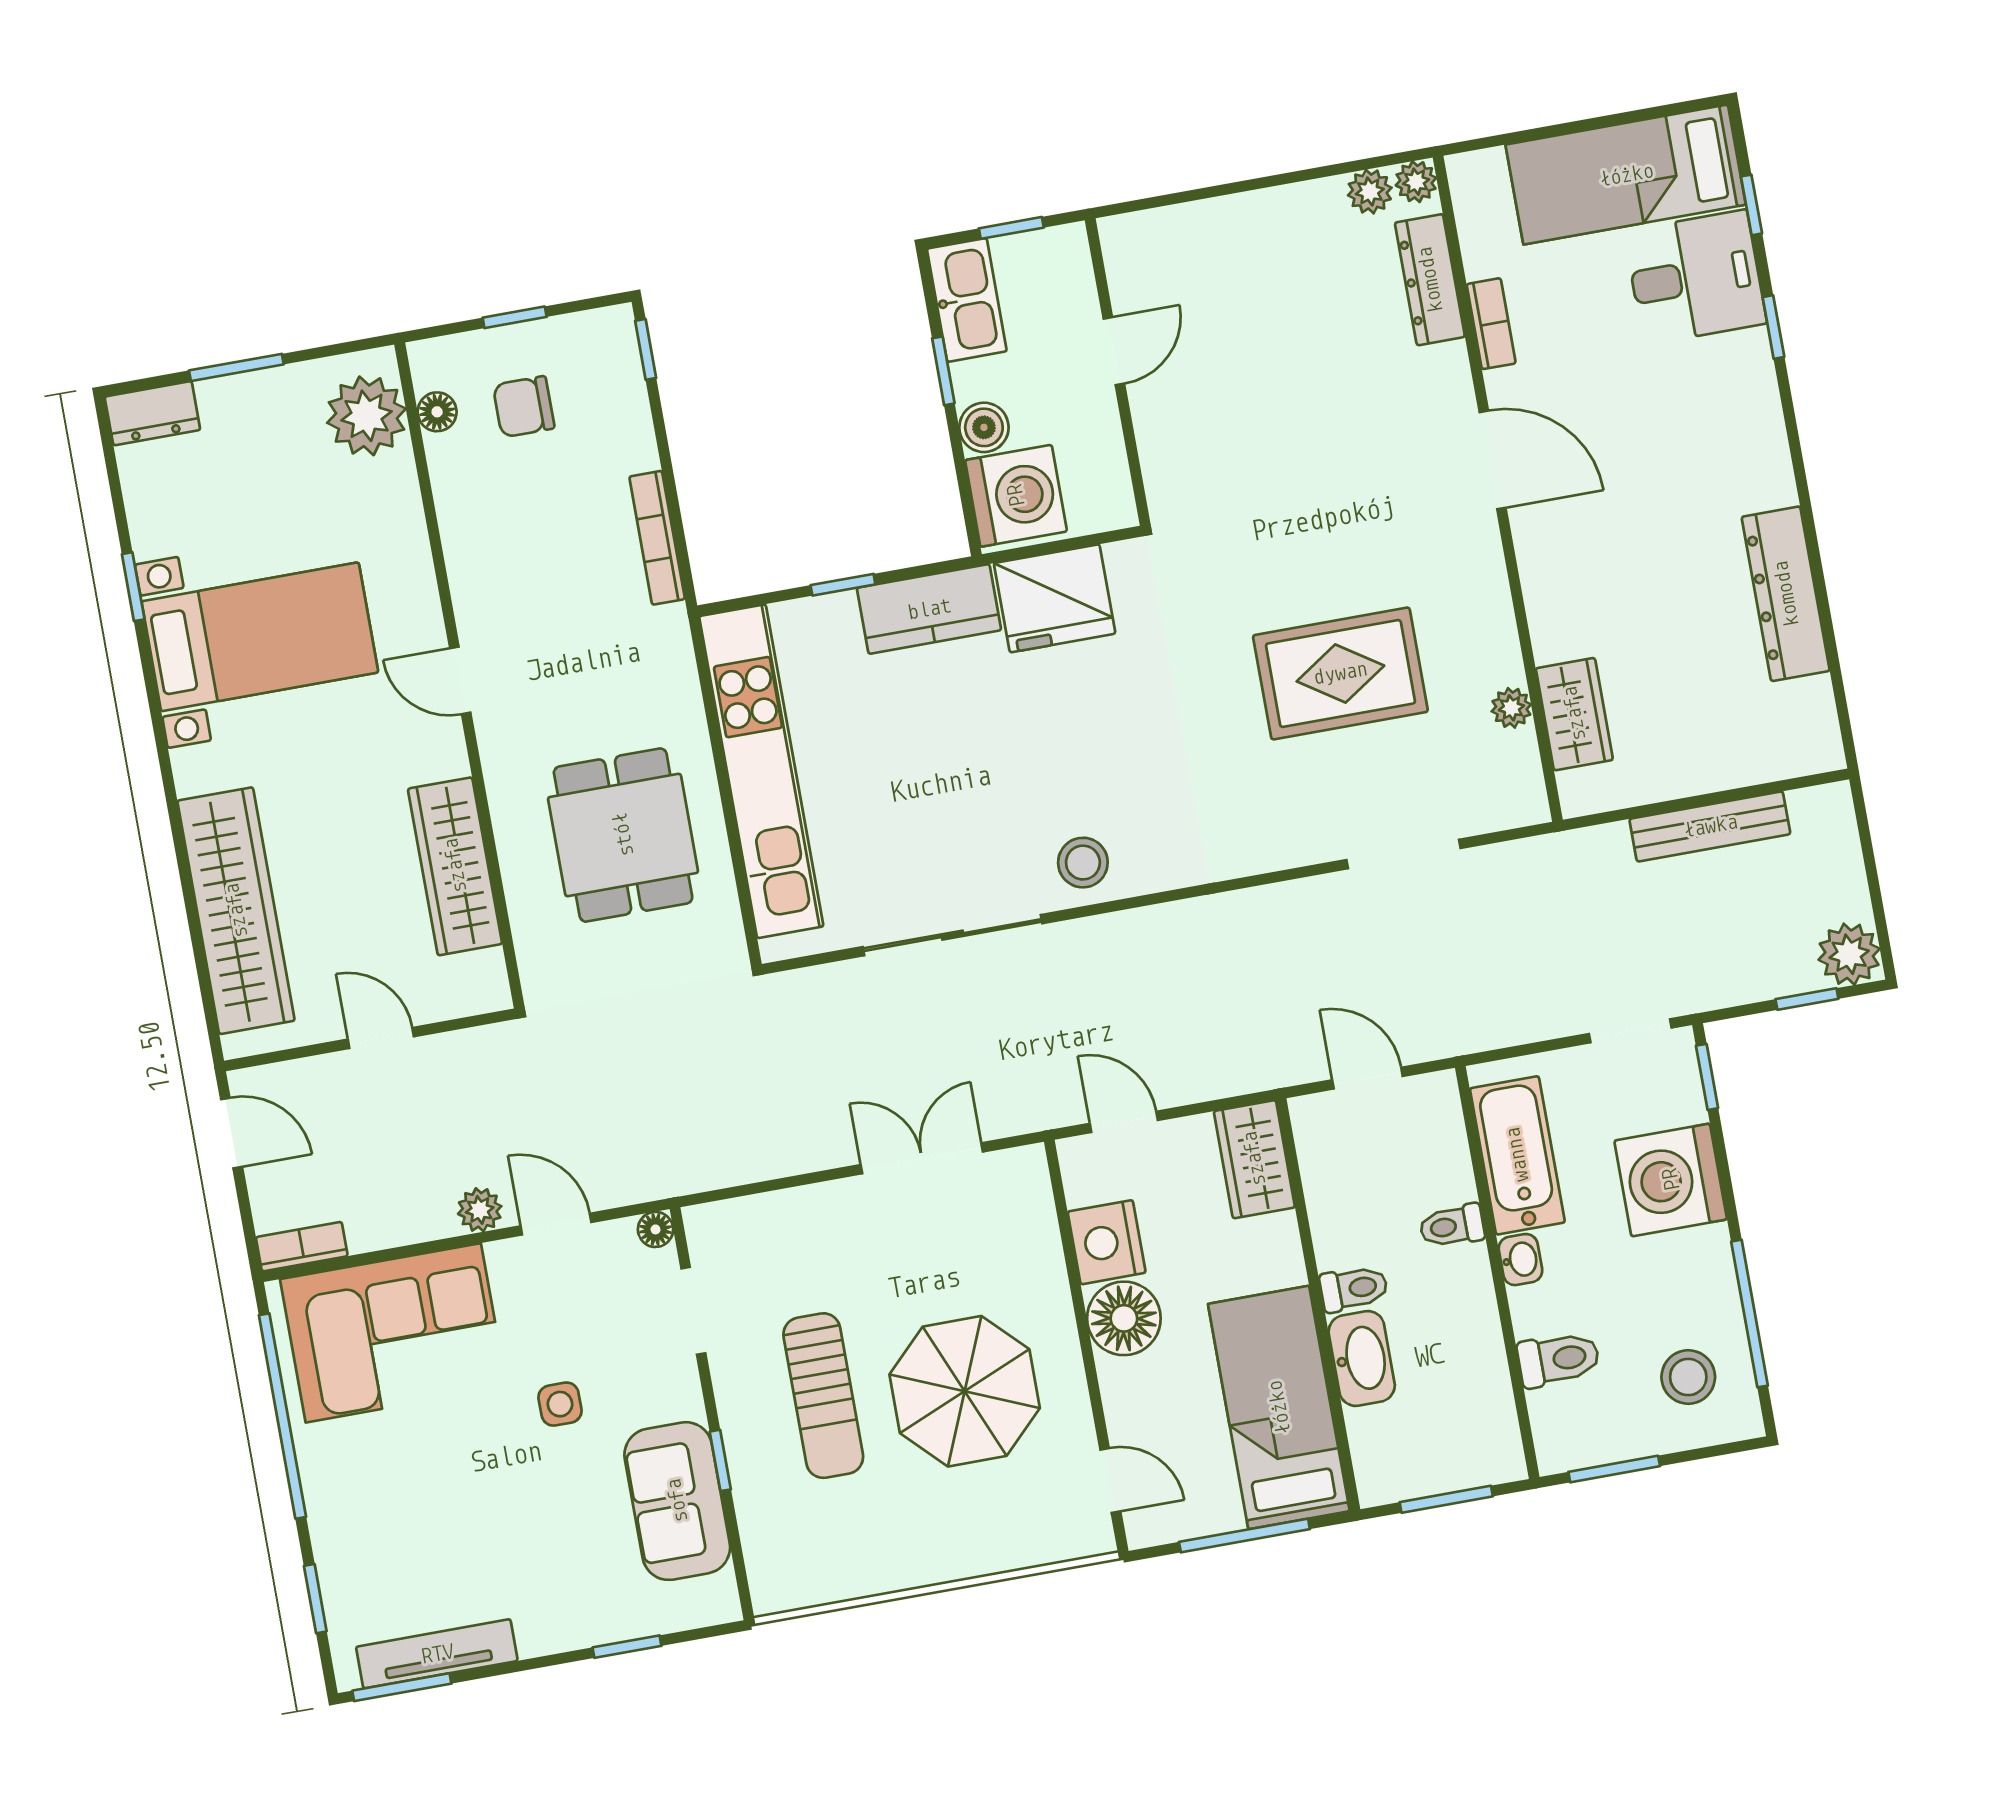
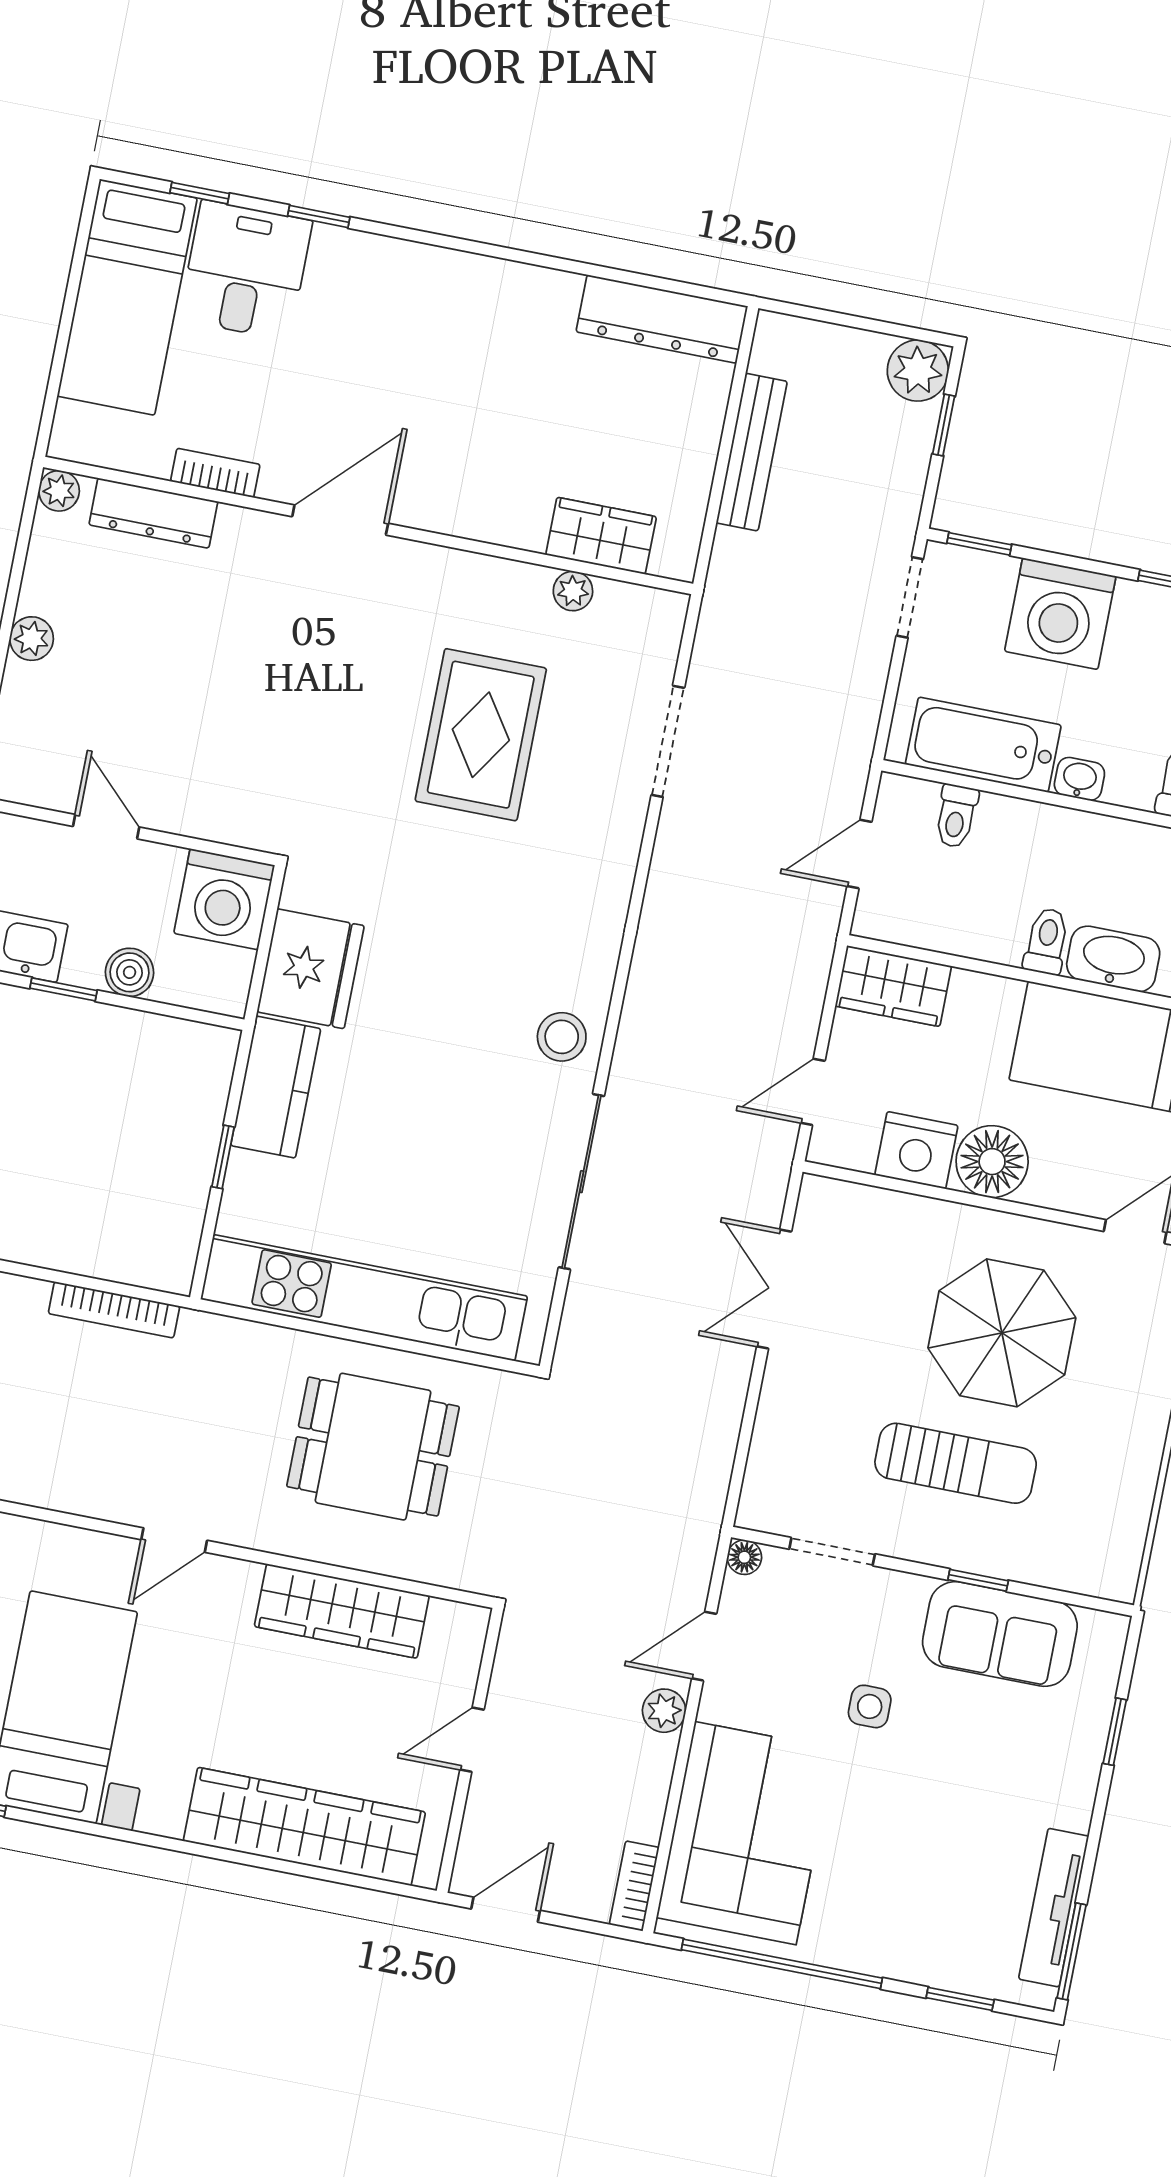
plant: (1370, 192) -> (32, 639), moved
washing machine: (1016, 496) -> (224, 899), moved, turned 180
dresser: (1786, 594) -> (662, 319), moved
toilet: (1452, 1226) -> (956, 816), moved

